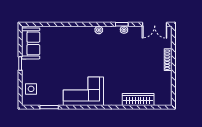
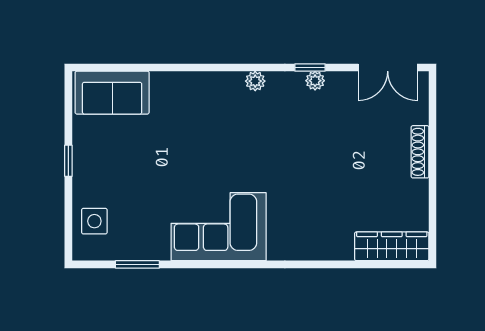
sofa: (31, 43) -> (112, 93), moved, turned 90
wardrobe: (138, 99) -> (392, 246), moved

